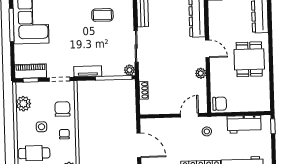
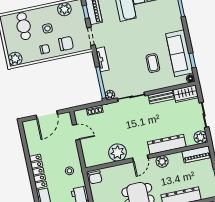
plant: (215, 25) -> (162, 161), added
plant: (201, 73) -> (118, 152), width x1.88, depth x1.88
door: (189, 115) -> (76, 132), moved

